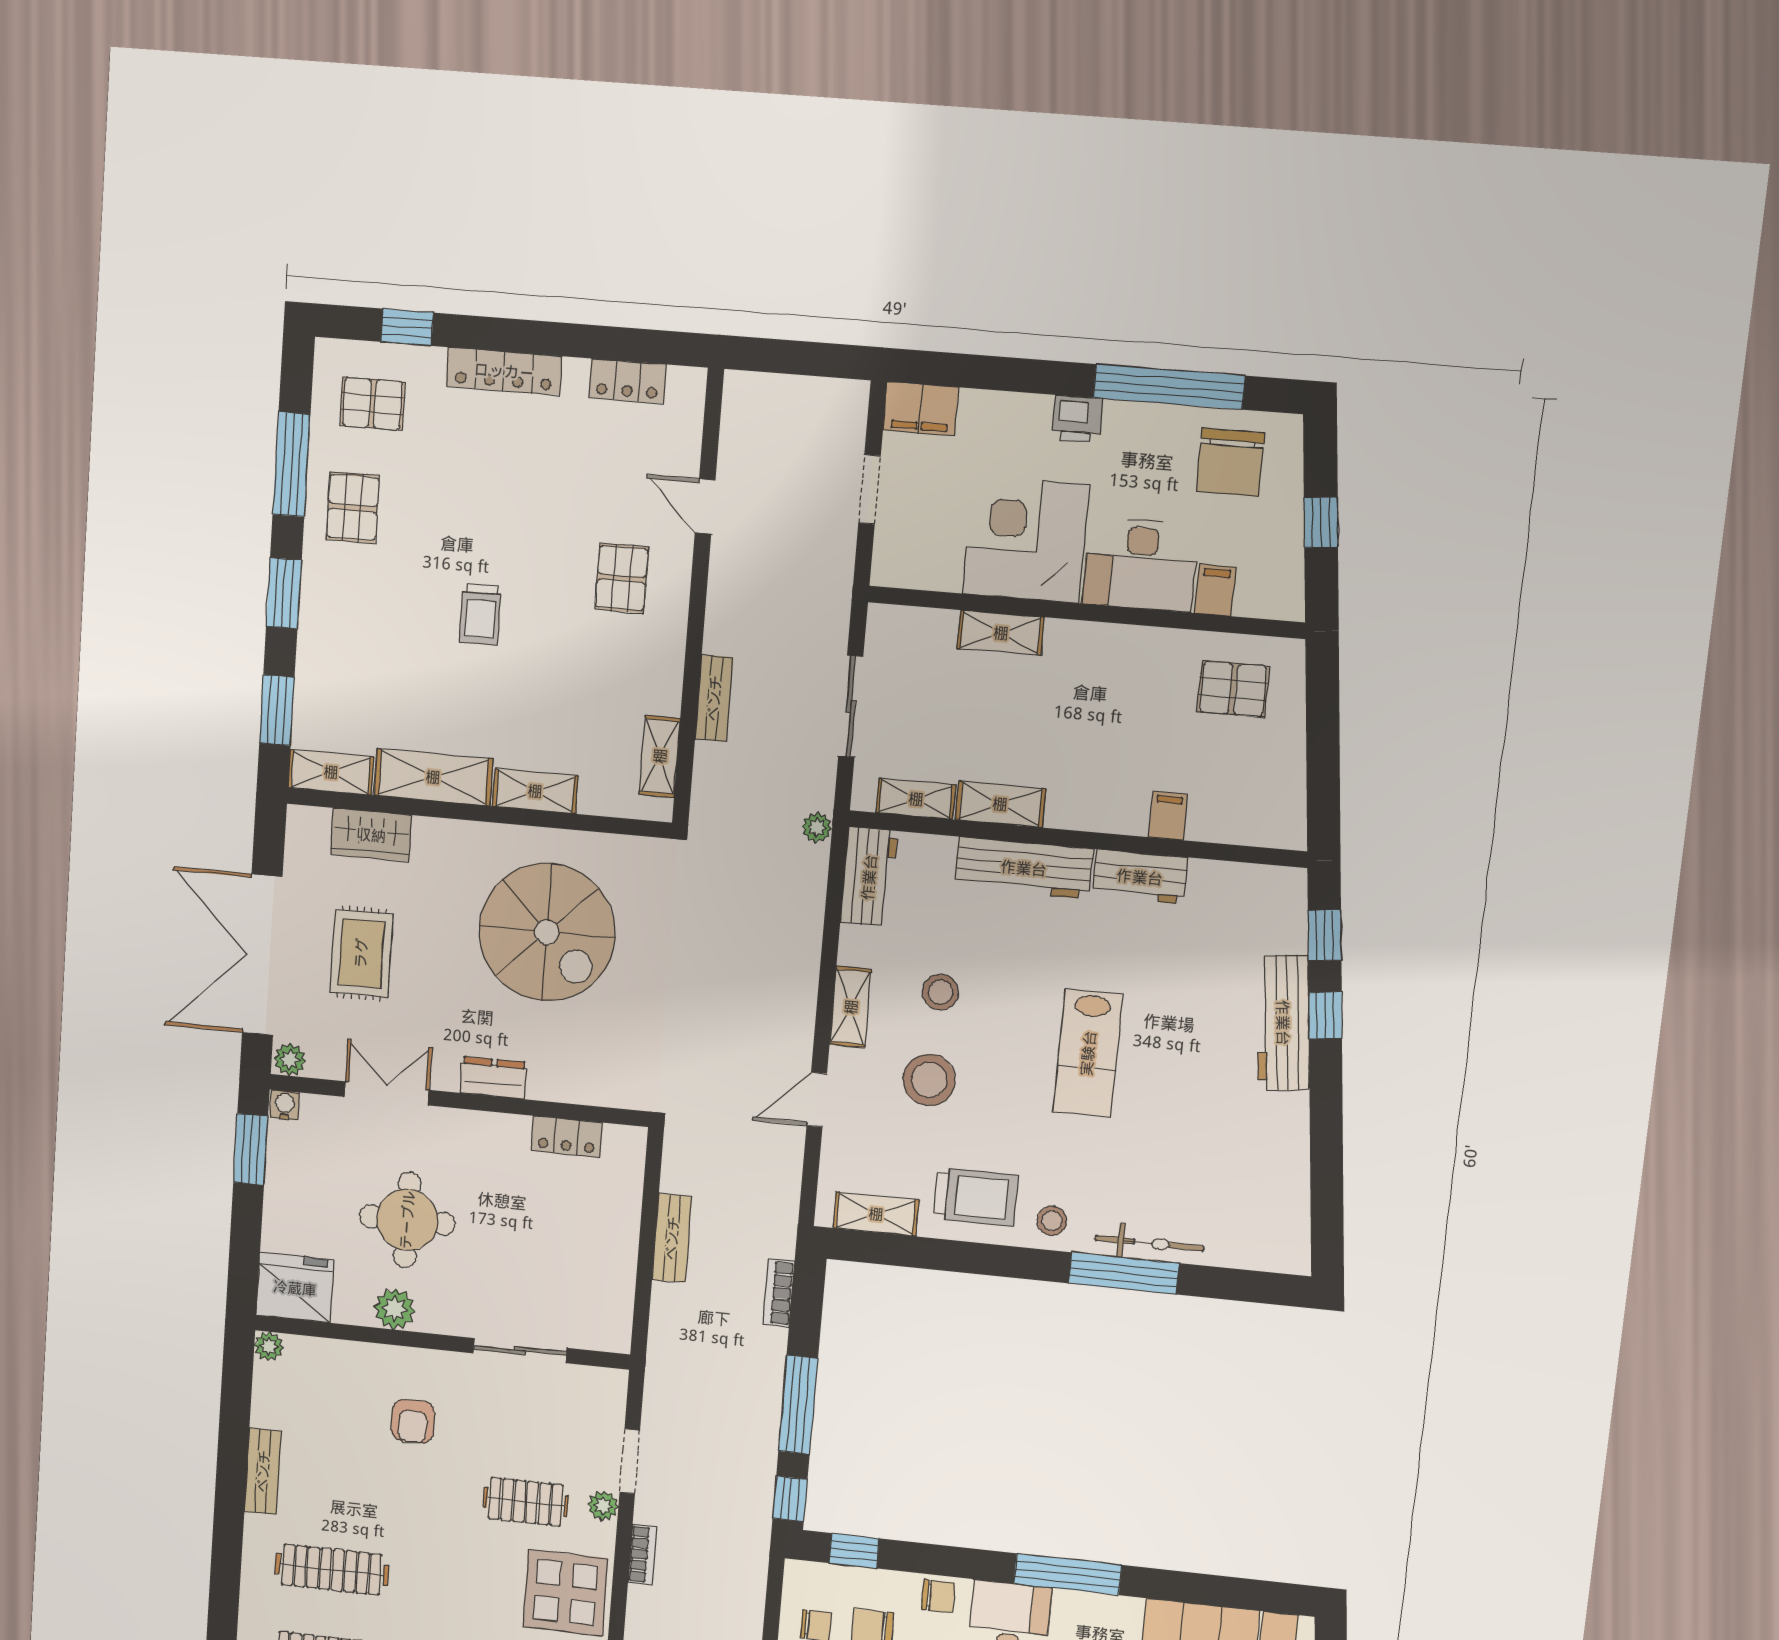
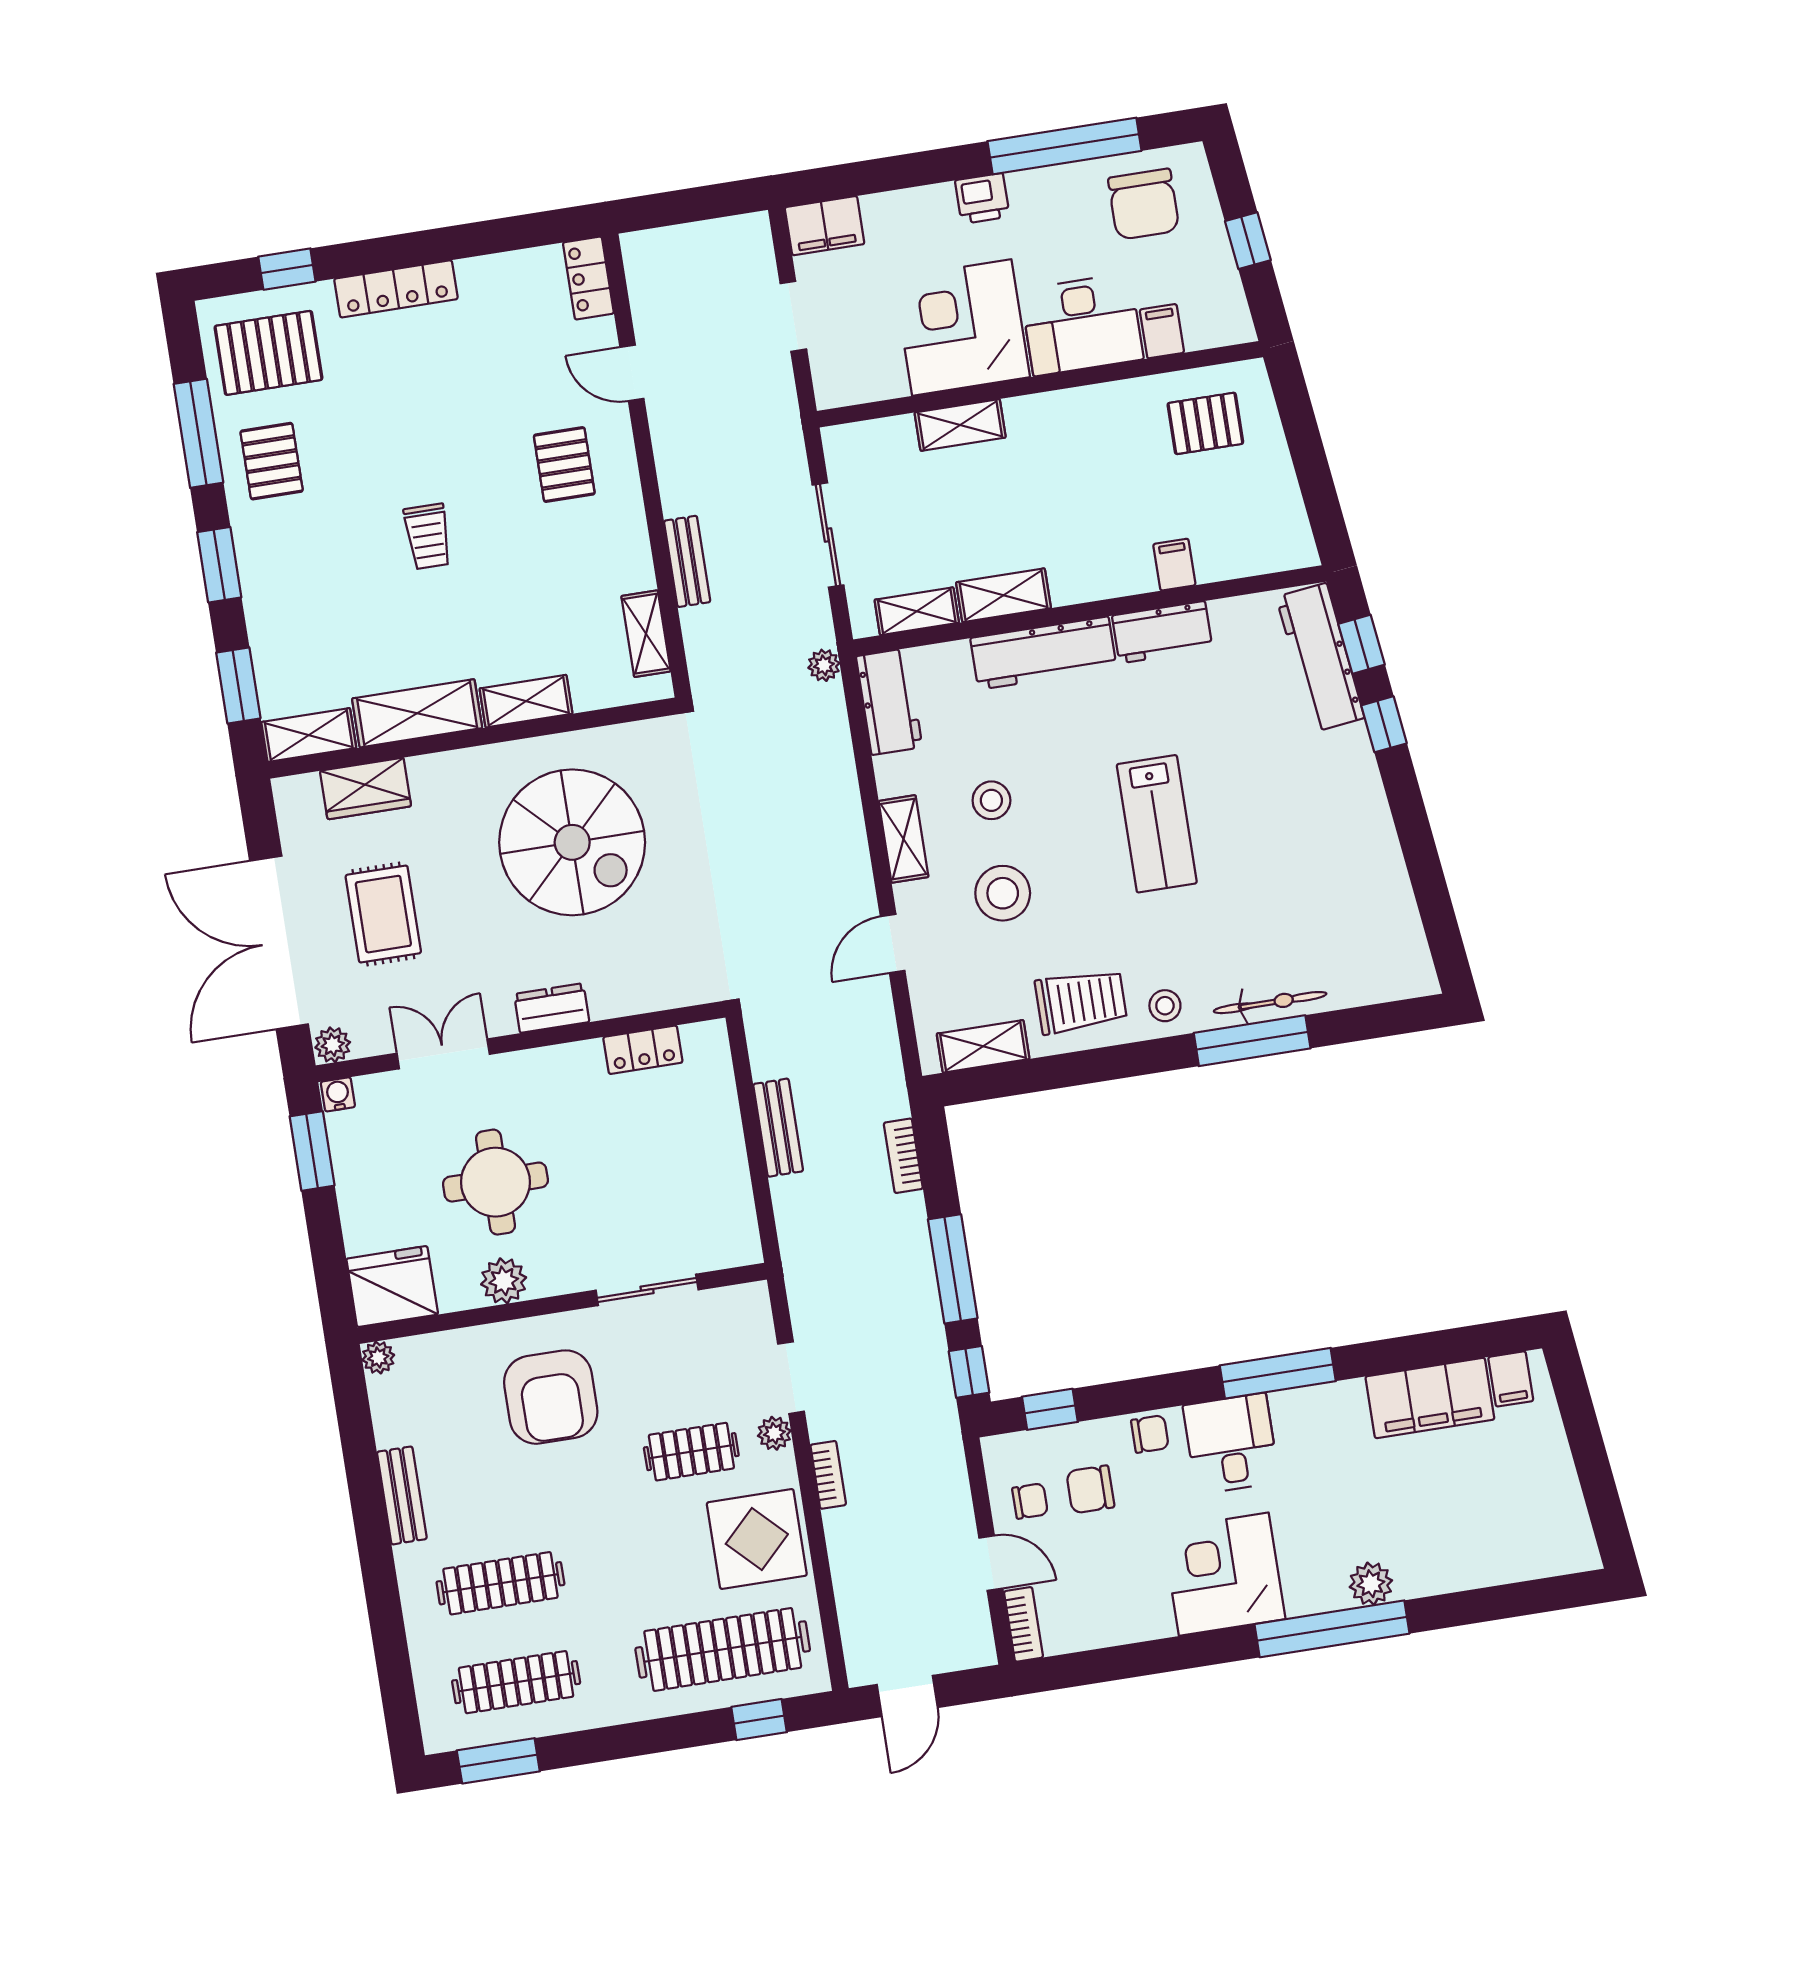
locker: (627, 381) -> (588, 278), moved, turned 90
pallet: (372, 404) -> (268, 353), width x1.50, depth x1.42
workbench: (1283, 1023) -> (1320, 657), moved
armchair: (413, 1421) -> (551, 1397), width x1.88, depth x1.88

